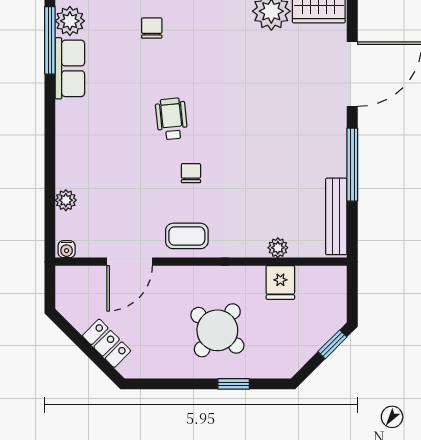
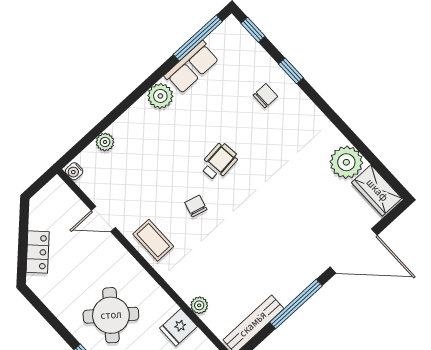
plant: (70, 21) -> (160, 96), moved
chair: (191, 173) -> (196, 206), turned -75
door: (130, 262) -> (103, 219), width x0.73

